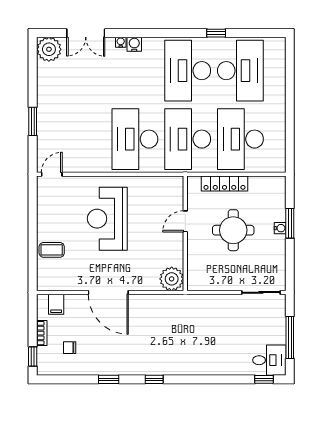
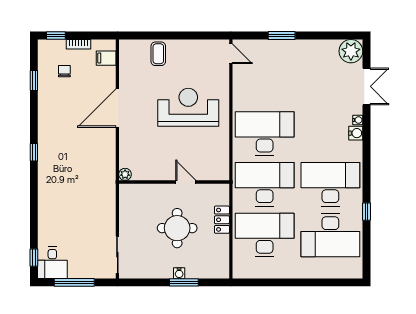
double door: (86, 33) -> (366, 86), swing flipped
locker: (224, 184) -> (222, 220), width x0.66
plant: (172, 279) -> (125, 174), width x0.53, depth x0.53
window: (109, 379) -> (34, 81), moved

